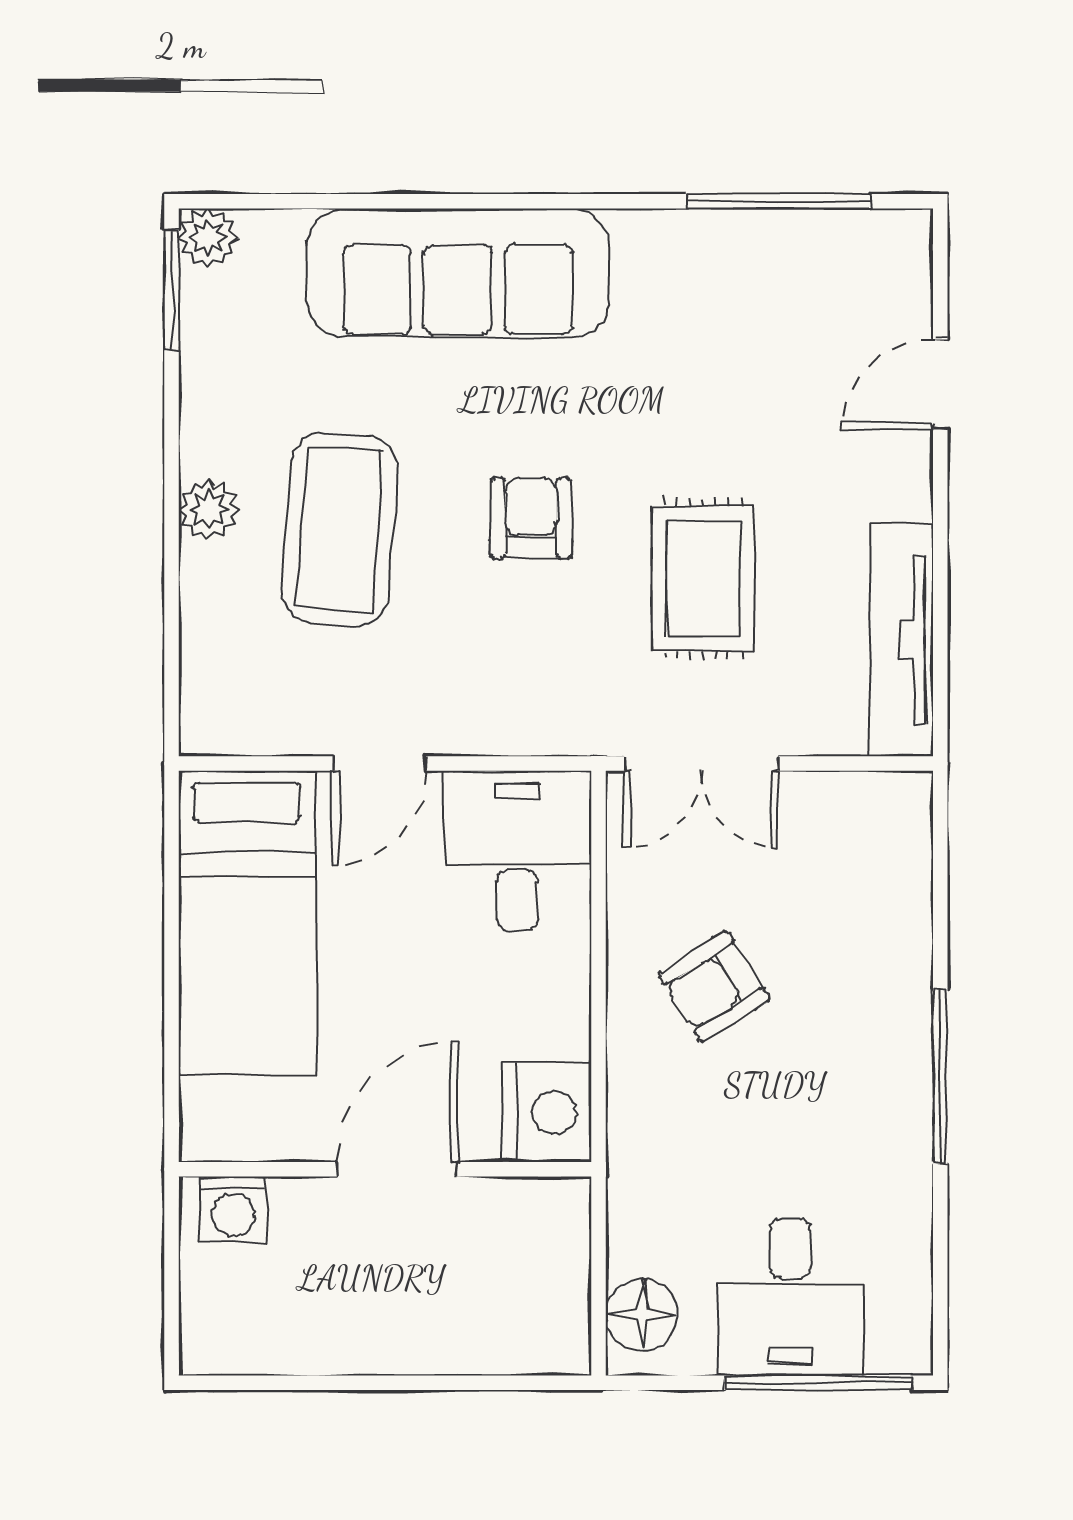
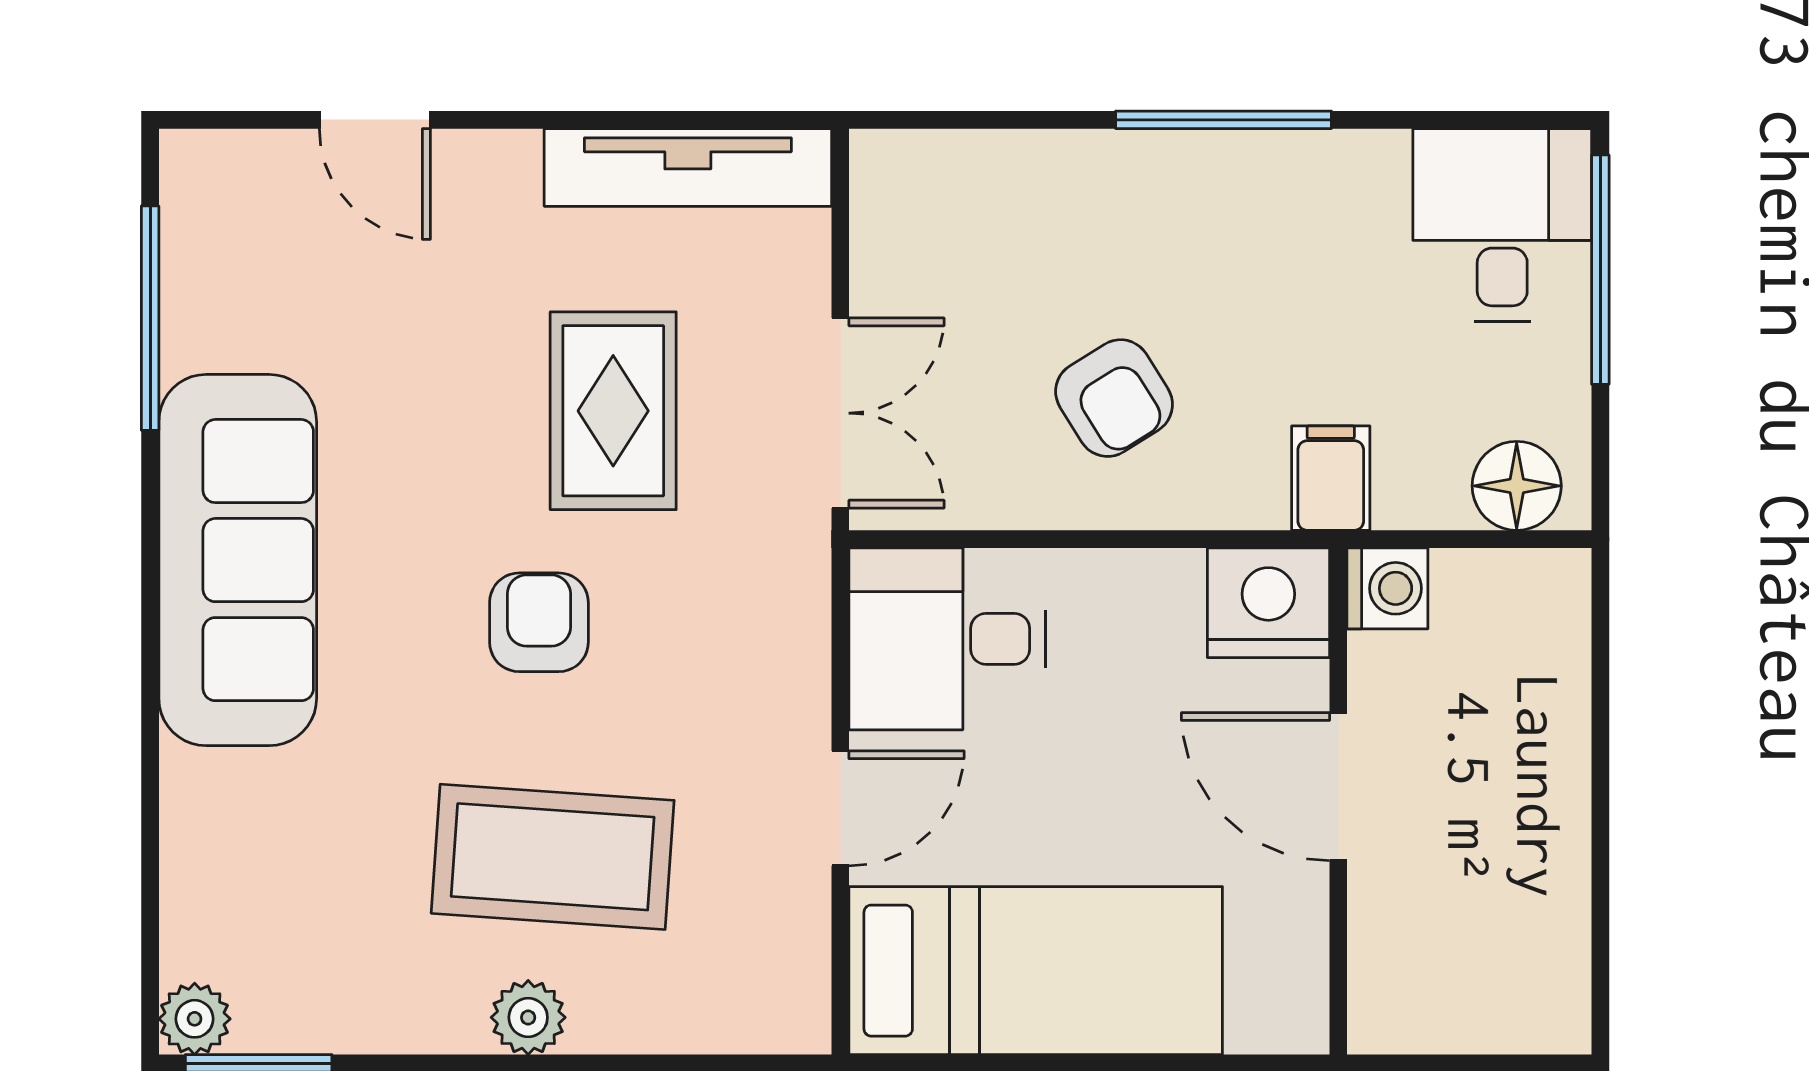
sofa: (458, 273) -> (238, 560), moved
armchair: (531, 518) -> (539, 622), turned 90
rug: (703, 579) -> (613, 411), turned 90
door: (379, 764) -> (840, 808), hinge flipped
filing cabinet: (648, 1163) -> (1331, 478), added
washing machine: (233, 1209) -> (1387, 588), moved
desk: (790, 1297) -> (1502, 225), moved, turned -90

